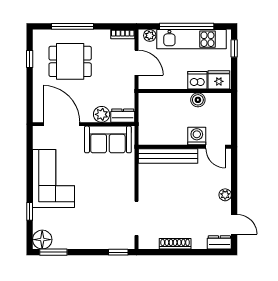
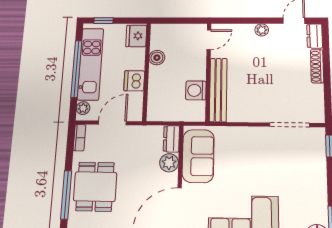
dining table: (70, 61) -> (95, 187), moved
dishwasher: (197, 80) -> (134, 81), moved
washing machine: (197, 136) -> (196, 90), moved
shoe rack: (175, 244) -> (317, 66), moved

